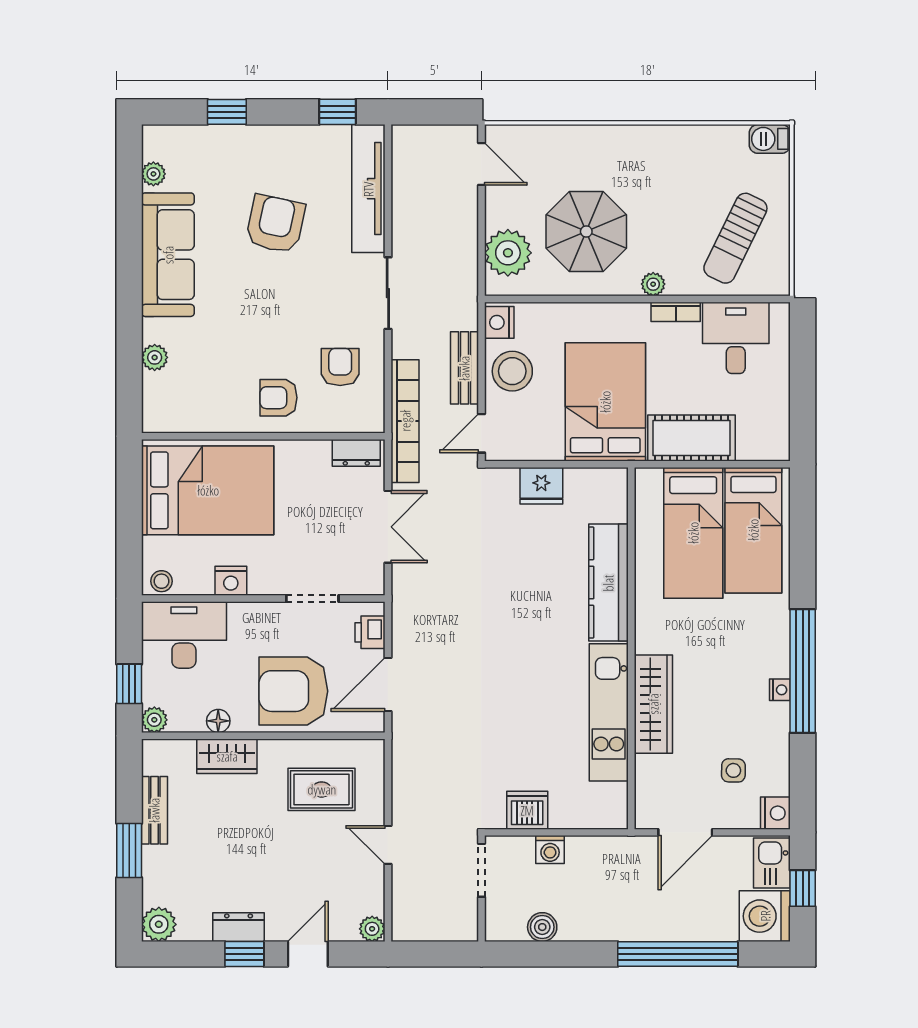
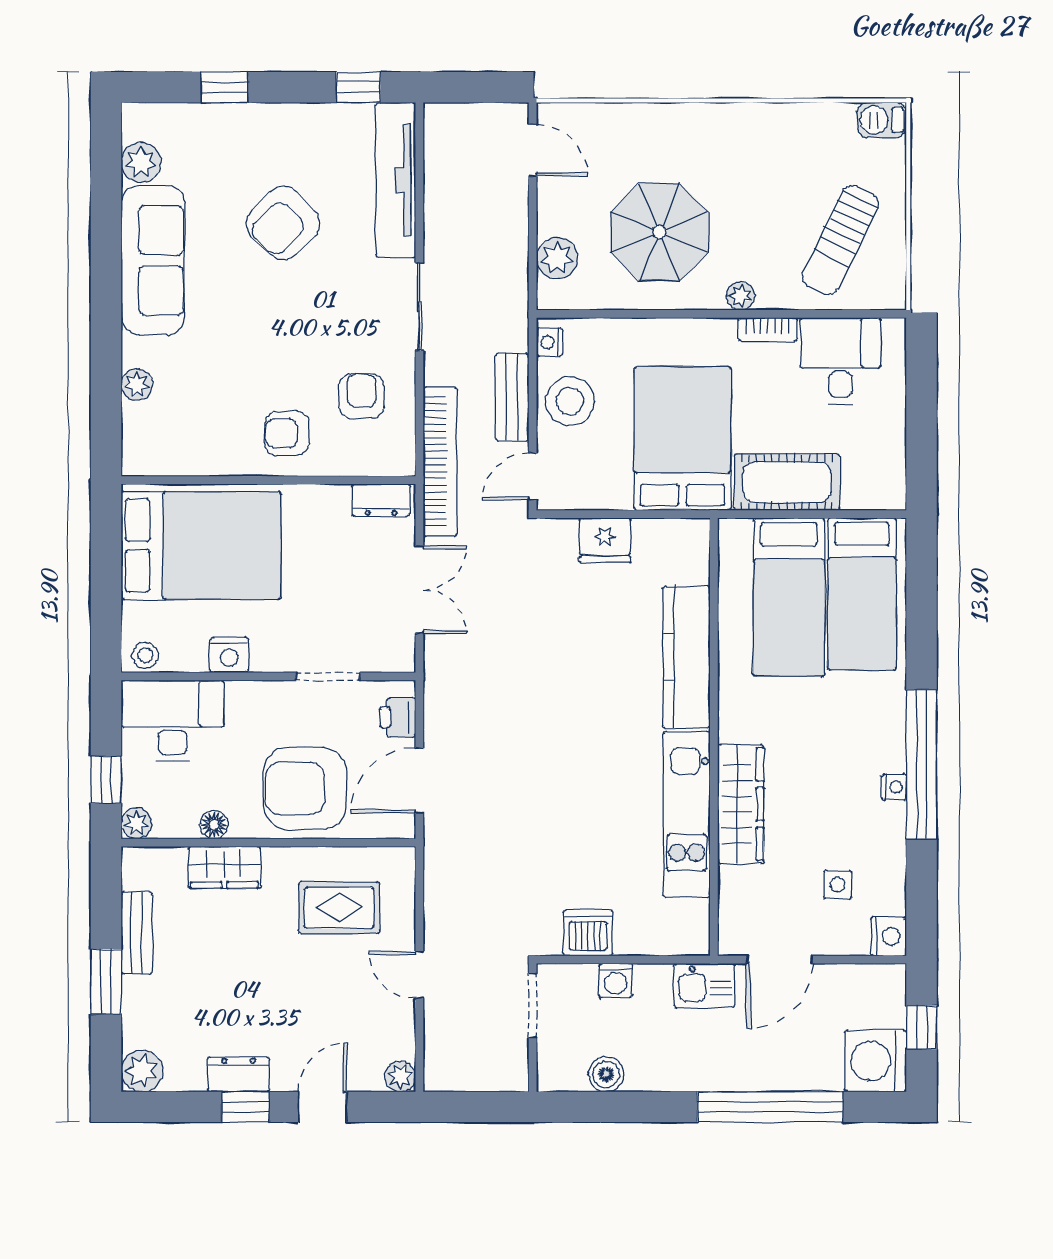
plant: (153, 174) -> (141, 162), width x1.38, depth x1.38
armchair: (275, 224) -> (283, 223), turned -147
plant: (508, 253) -> (557, 258), width x0.73, depth x0.73
nightstand: (499, 322) -> (550, 342), width x0.72, depth x0.74
kitchen sink: (772, 863) -> (704, 985), moved, turned -90

